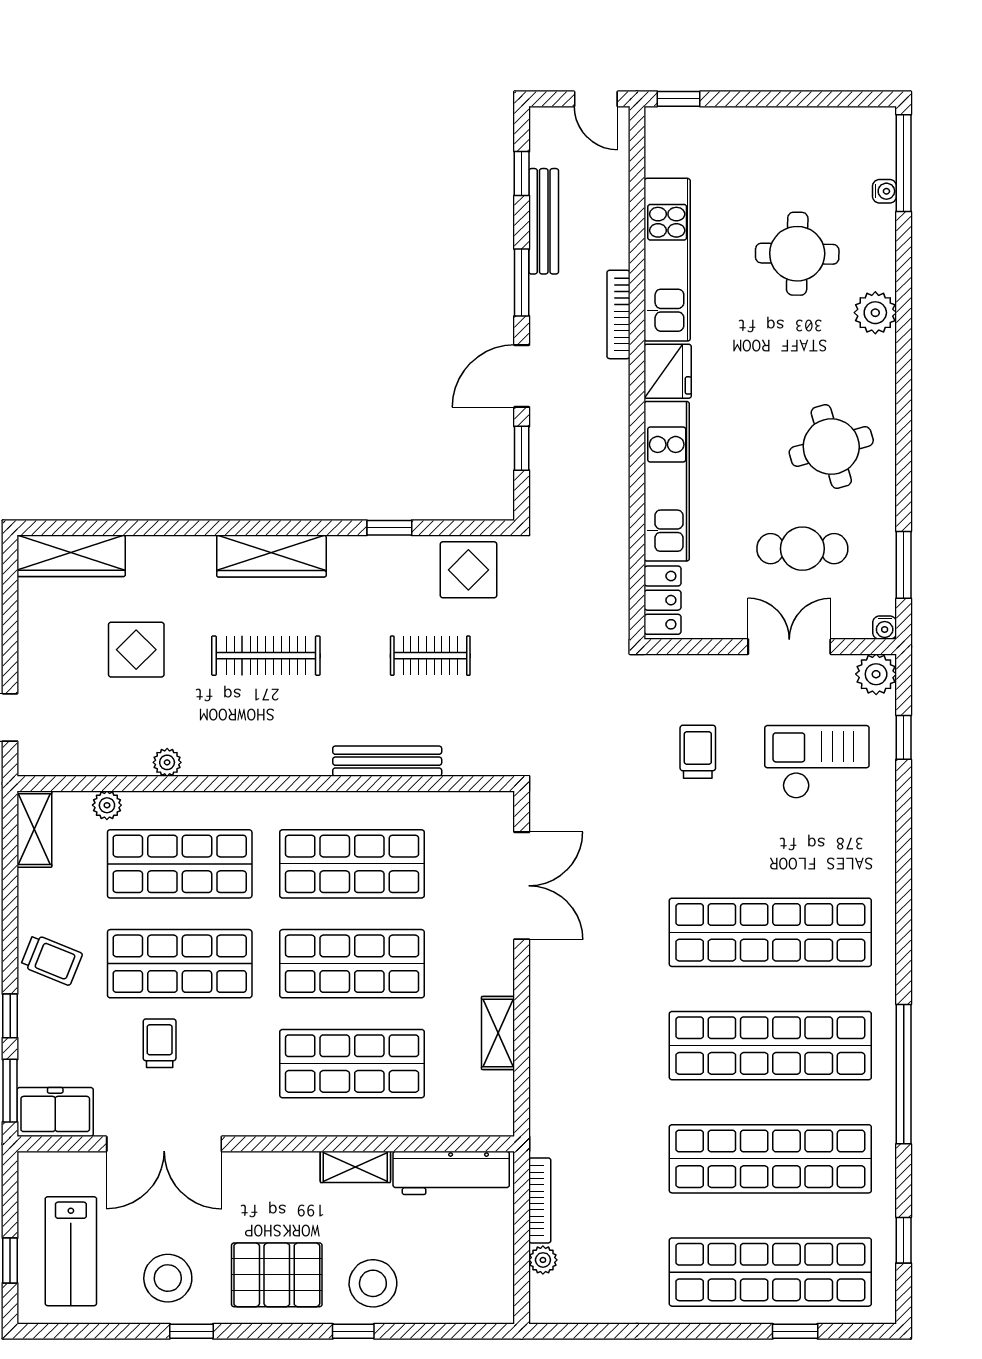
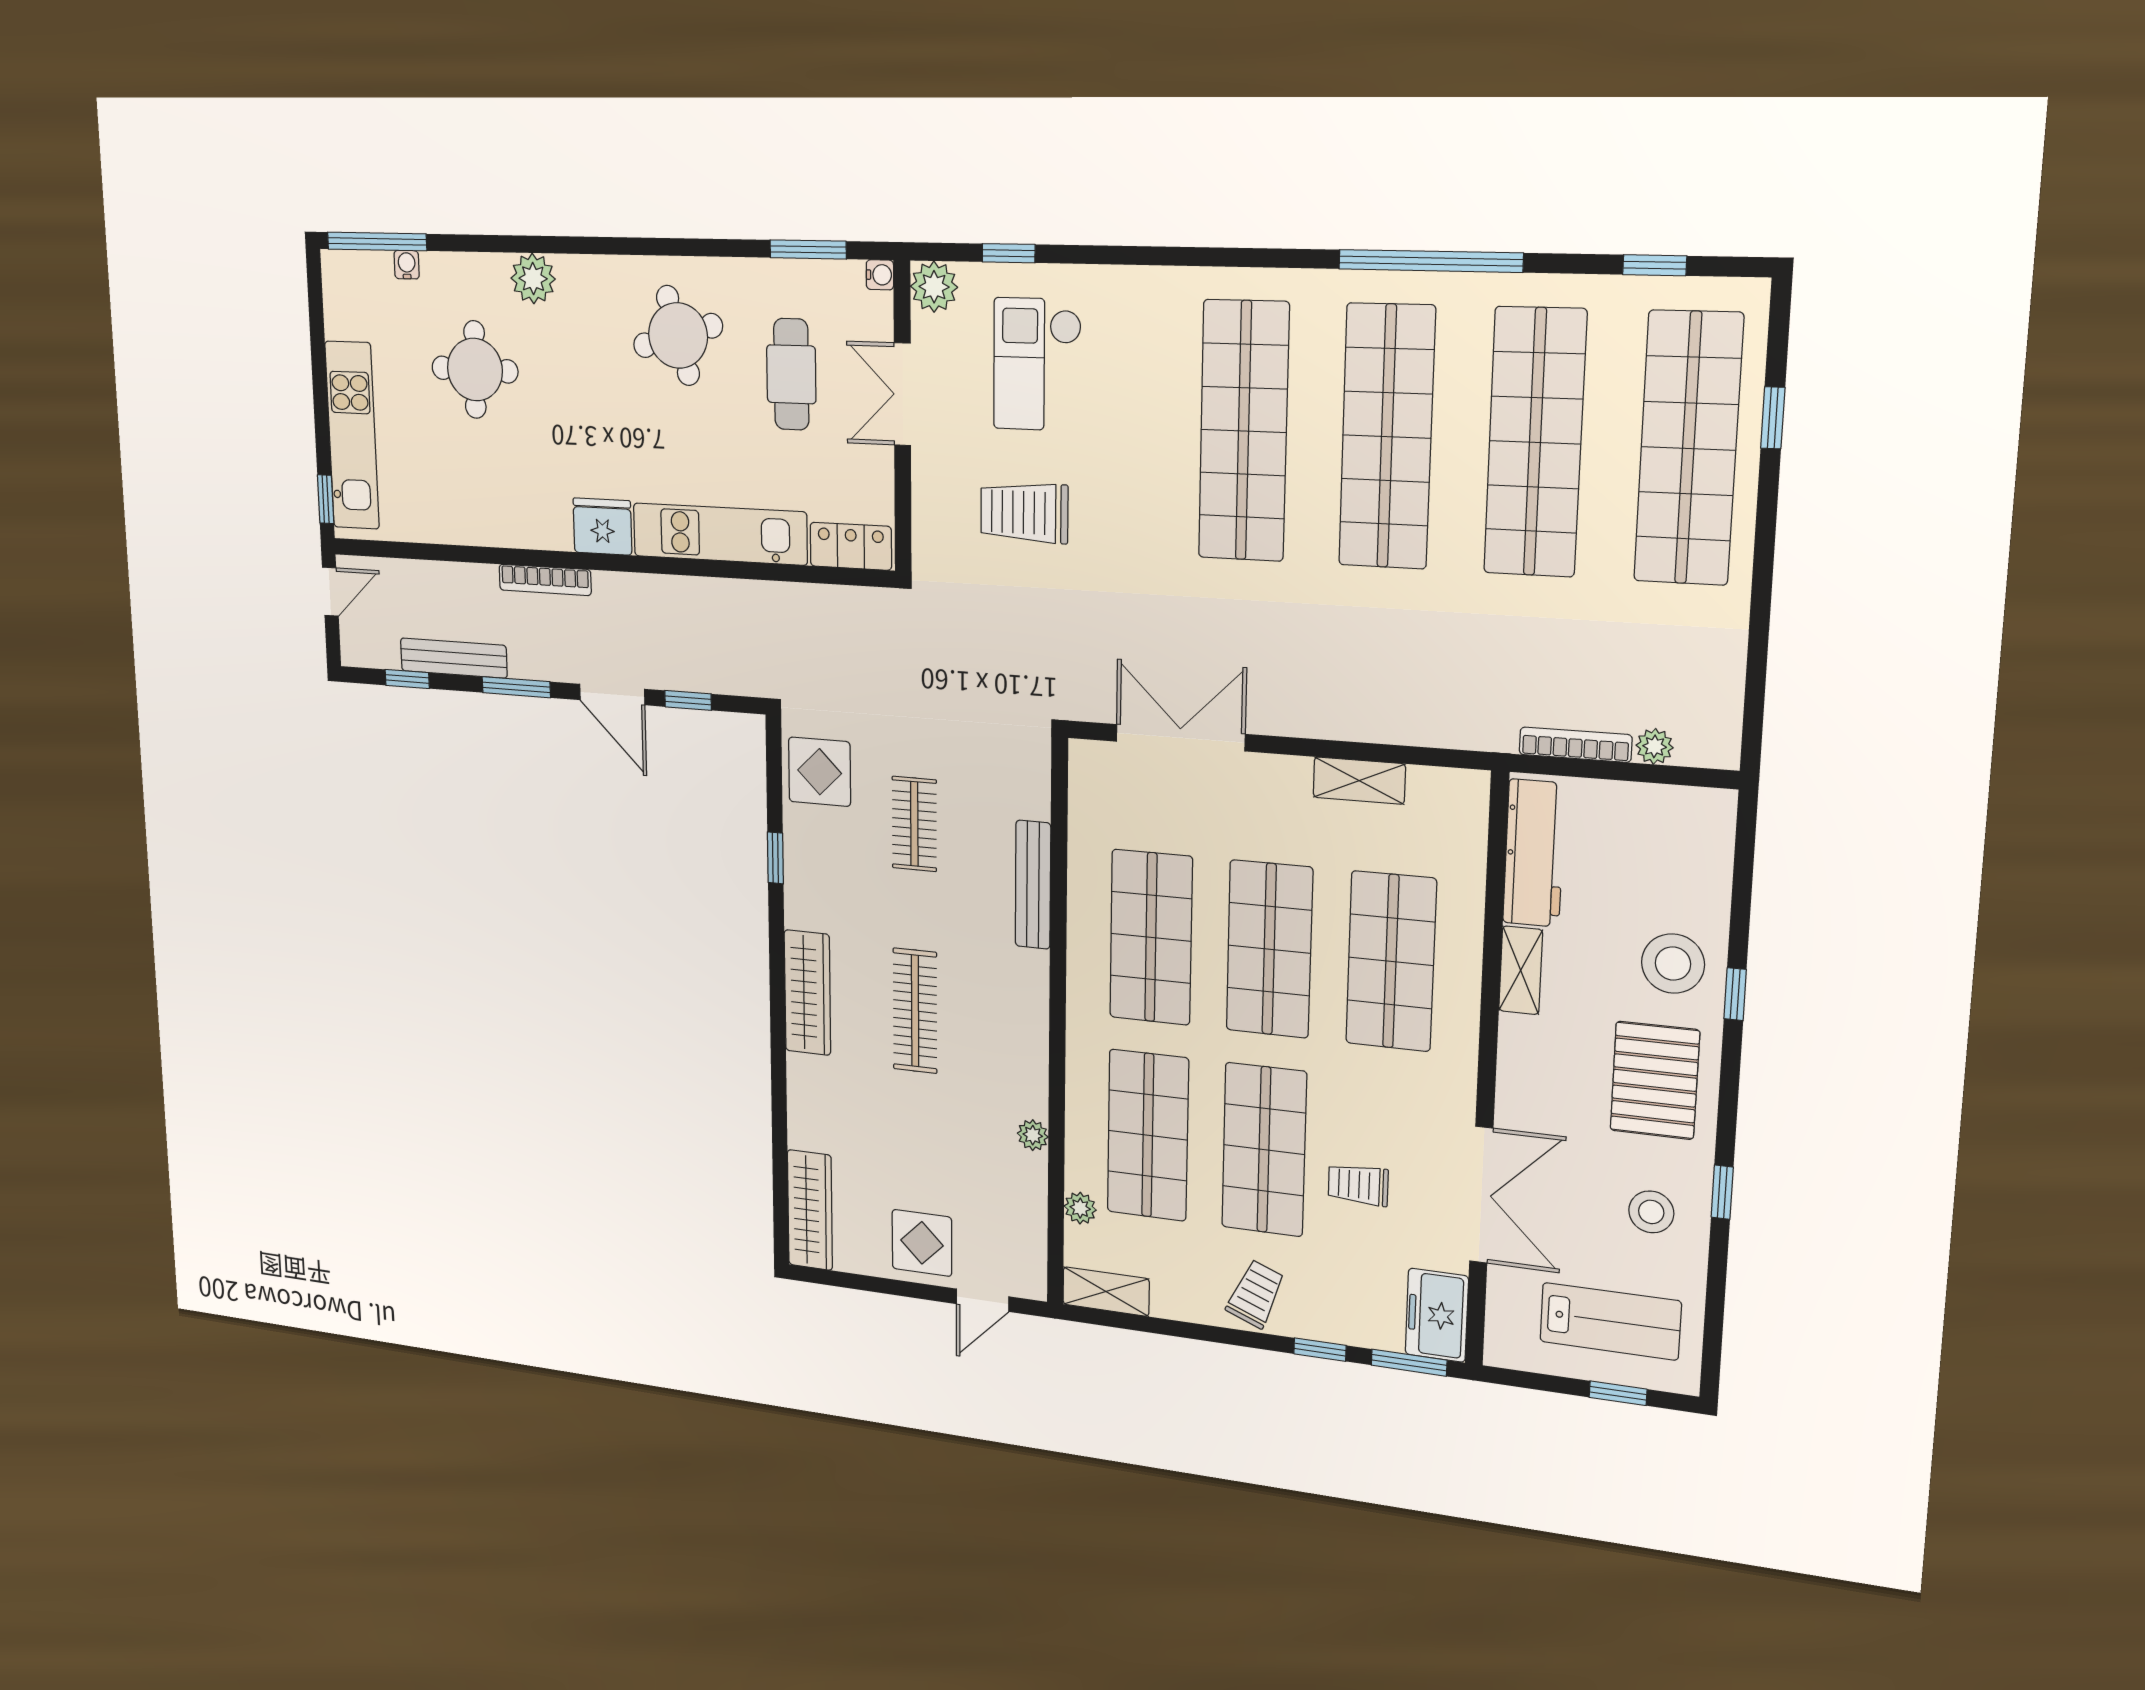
kitchen unit: (667, 260) -> (352, 436), moved, turned 90
display table: (136, 650) -> (922, 1243), moved
trolley: (698, 752) -> (1024, 512), width x1.36, depth x1.39
stool: (168, 1278) -> (1651, 1212), width x0.73, depth x0.73

